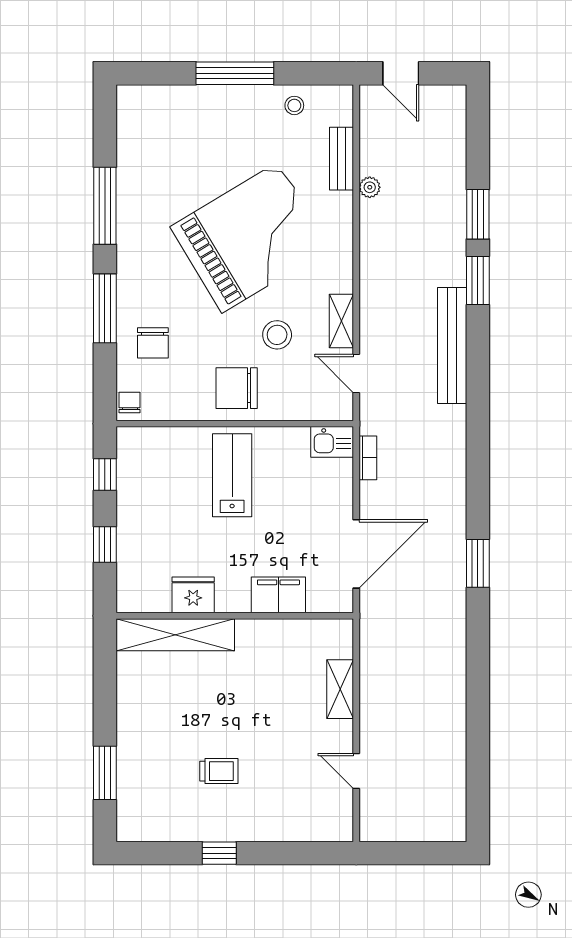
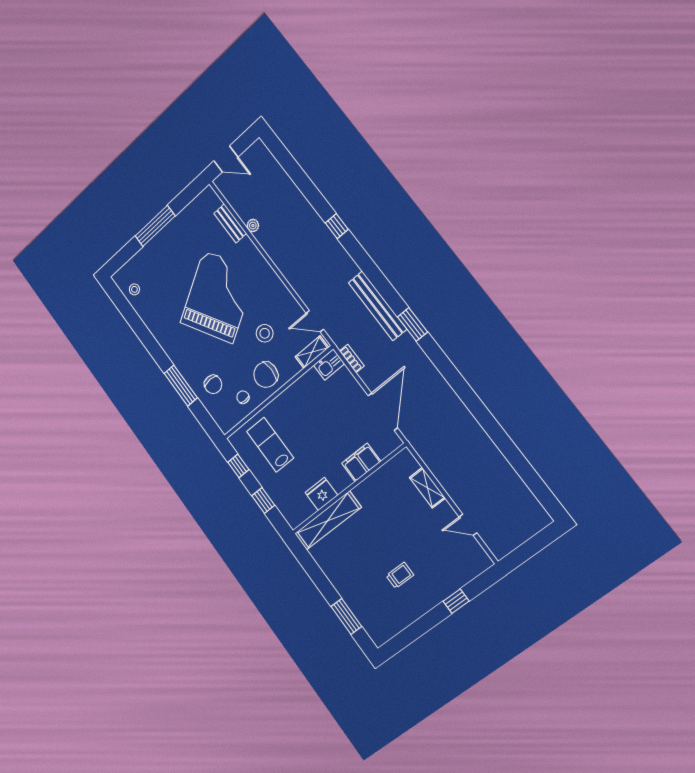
stool: (294, 105) -> (134, 289), moved
window: (105, 206) -> (146, 337), removed
window: (478, 214) -> (312, 194), removed
window: (478, 281) -> (337, 226), width x0.67
shelving: (341, 321) -> (312, 352), moved, turned 90
bench: (452, 346) -> (378, 306), moved
chair: (130, 402) -> (243, 397), moved
lab bench: (232, 475) -> (270, 445), moved
window: (478, 563) -> (413, 324), moved
window: (219, 853) -> (456, 601), moved

